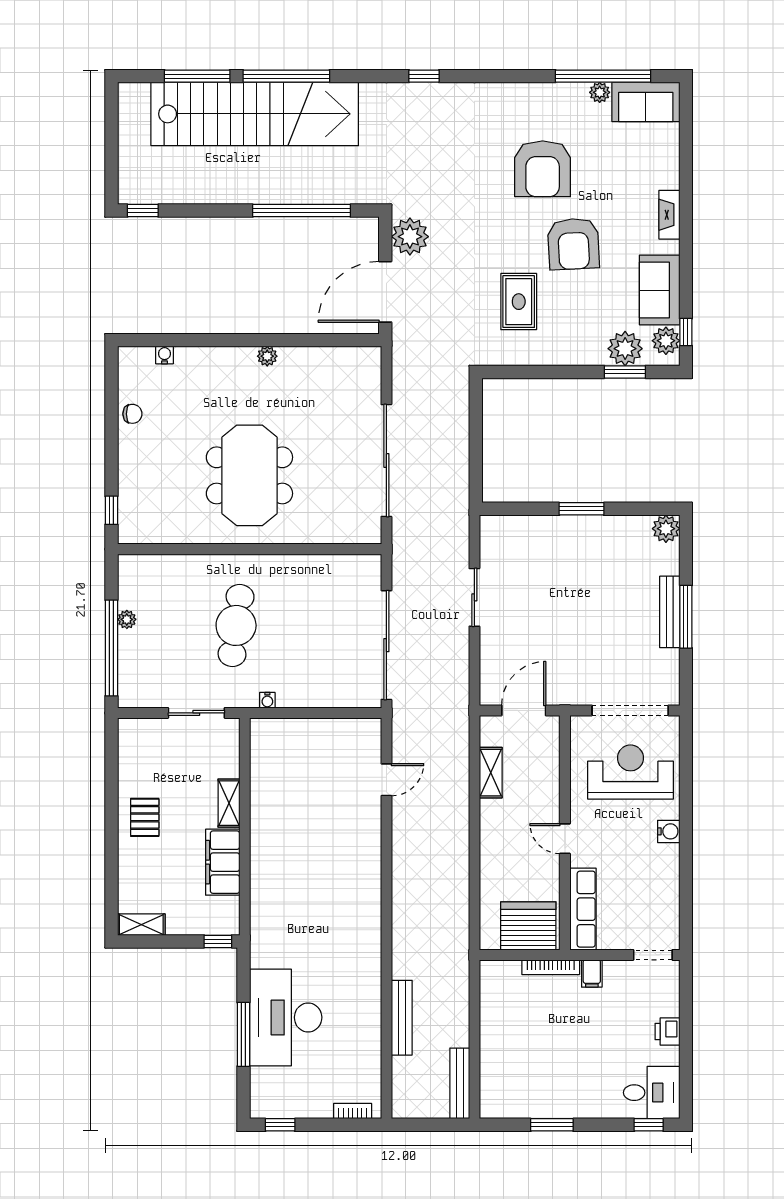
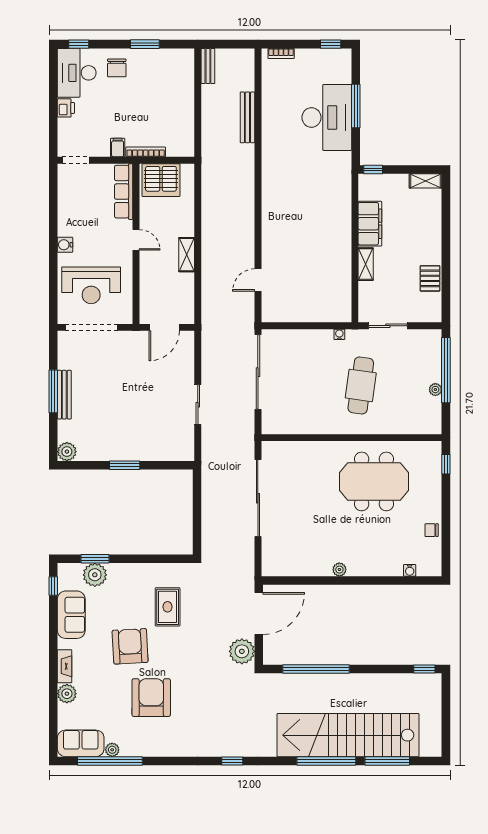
plant: (666, 341) -> (67, 694), moved
meeting table: (249, 475) -> (374, 481), moved, turned 90
shelving: (491, 773) -> (187, 255), moved
pallet: (145, 817) -> (430, 278), moved
bench: (460, 1083) -> (208, 66), width x0.73
chair: (593, 1090) -> (117, 68), added
desk: (652, 1093) -> (77, 73), width x1.37

